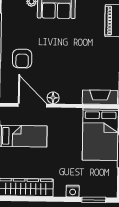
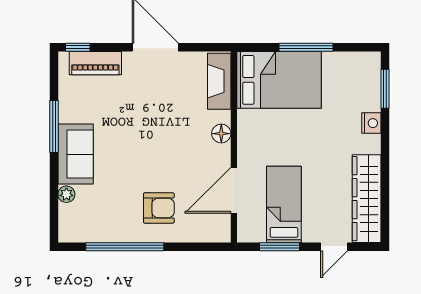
floor lamp: (53, 98) -> (221, 134), moved

